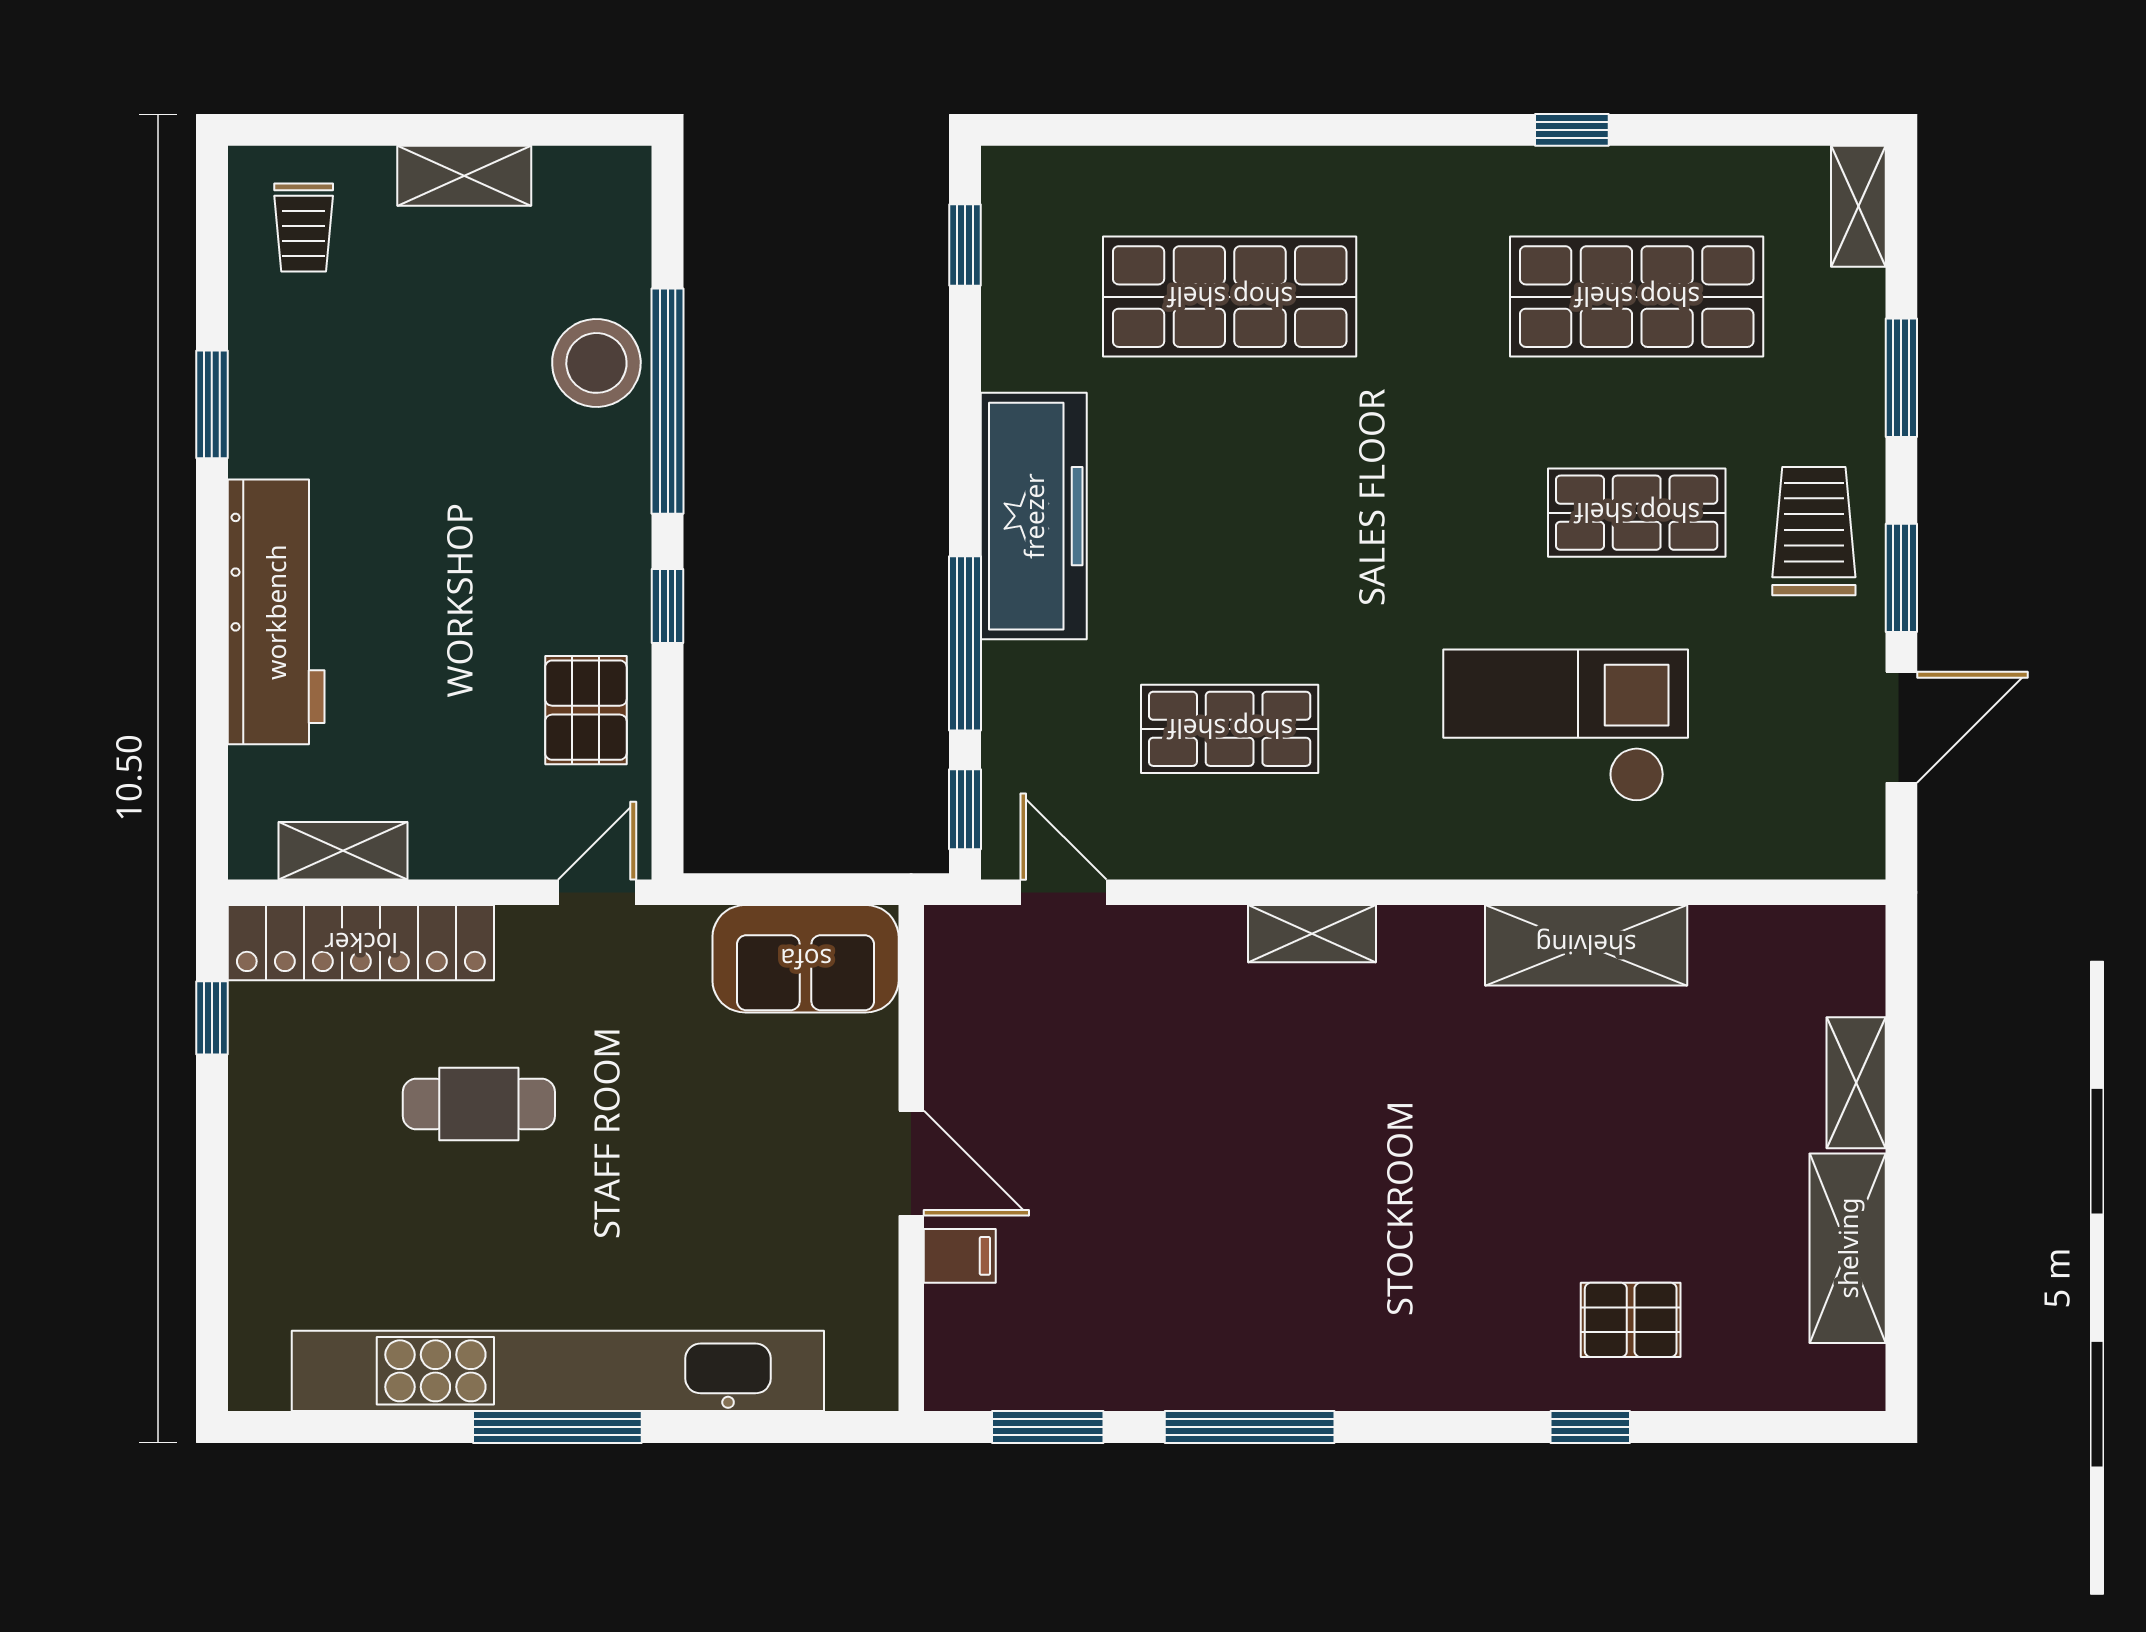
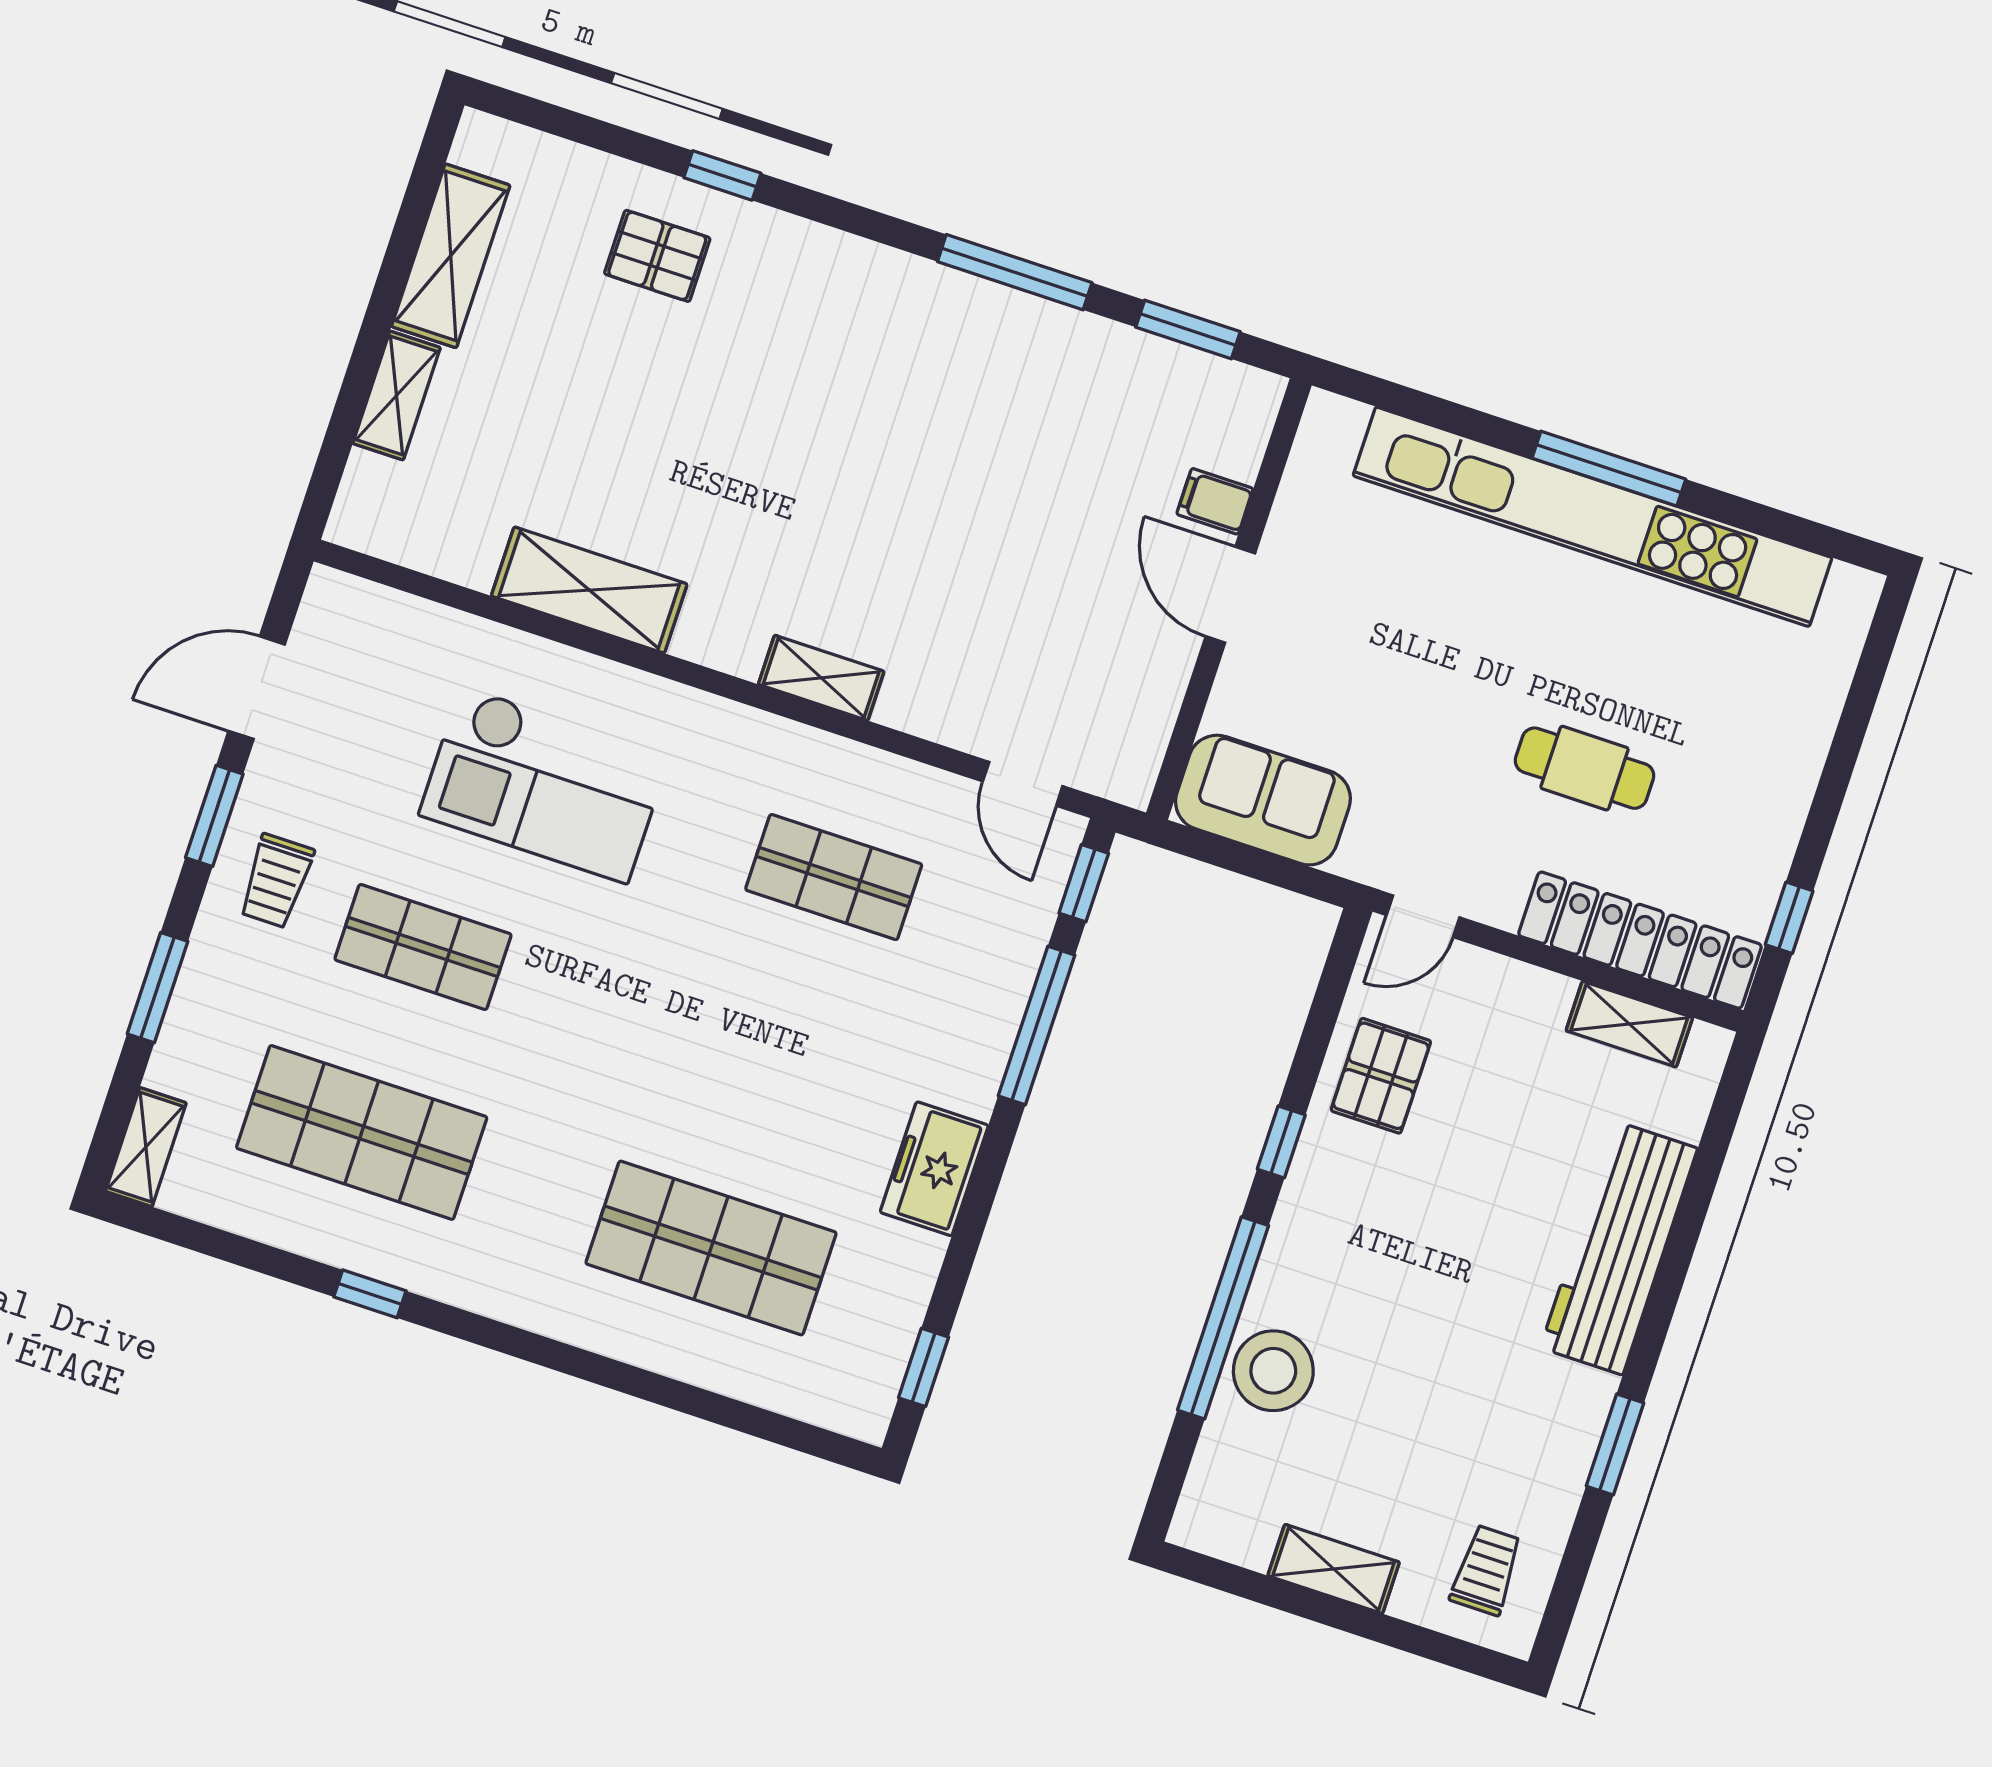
freezer: (1034, 516) -> (934, 1169), width x0.52, depth x0.79
trolley: (1814, 531) -> (276, 881), width x0.73, depth x0.72

